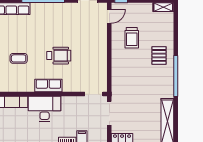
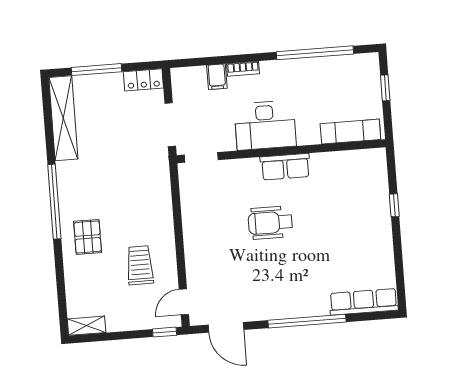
coffee table: (19, 58) -> (343, 212), removed
desk: (45, 109) -> (265, 125), moved

